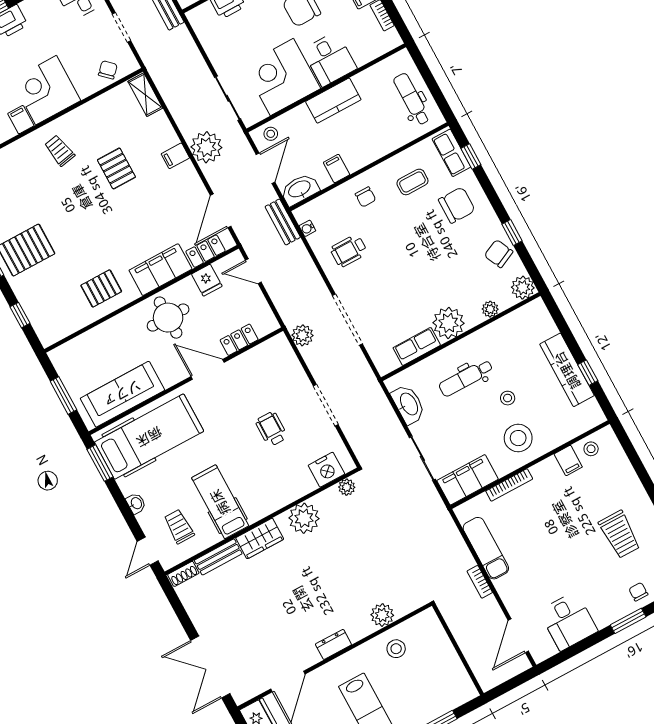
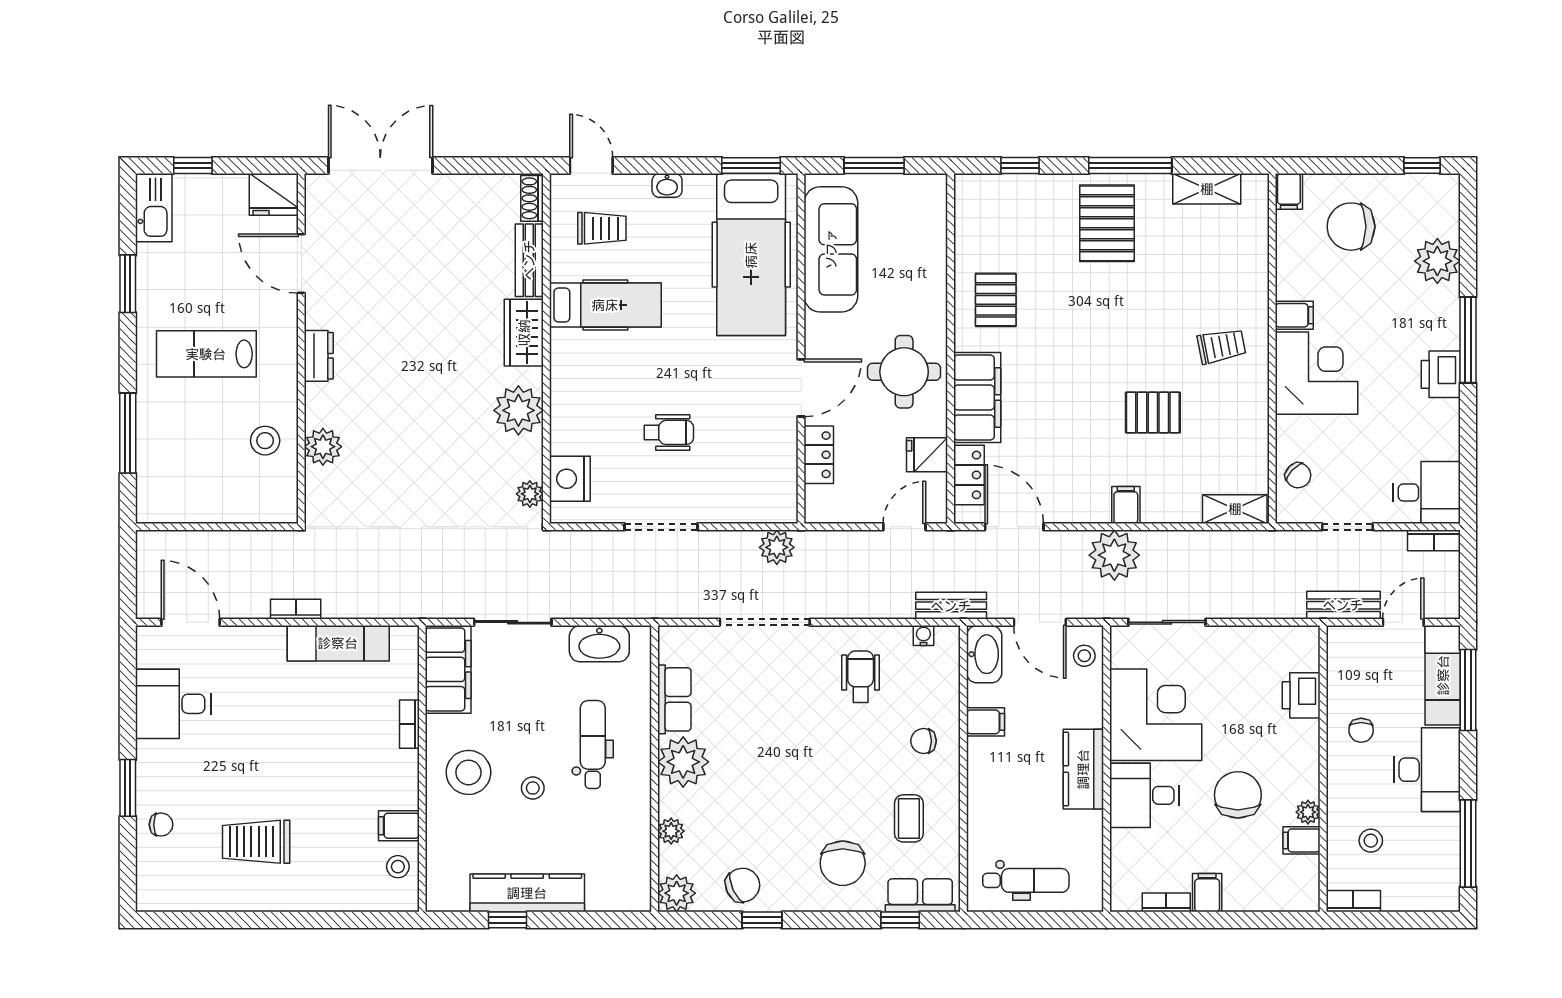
bookcase: (509, 485) -> (409, 724), width x0.64

